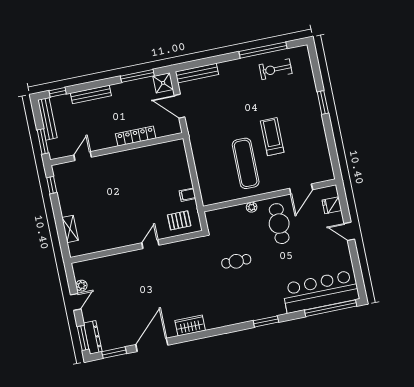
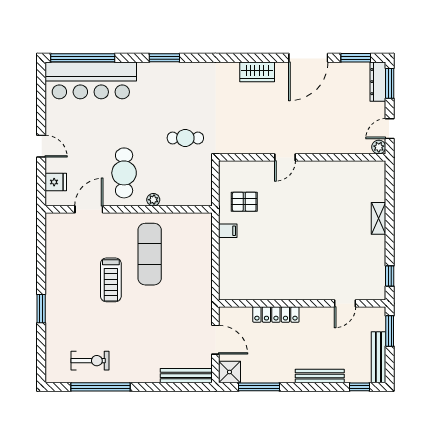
door: (150, 244) -> (285, 157), moved
wall: (137, 247) -> (302, 157), moved

